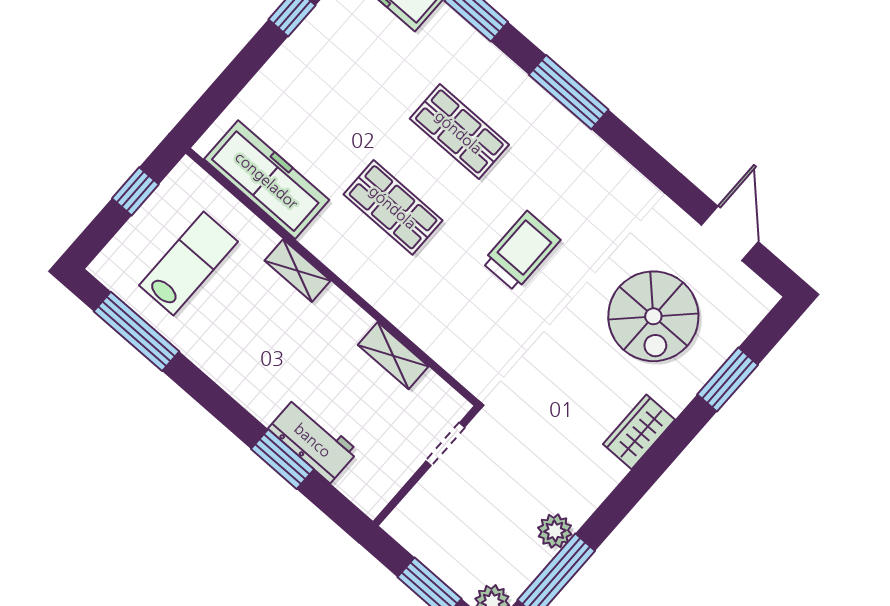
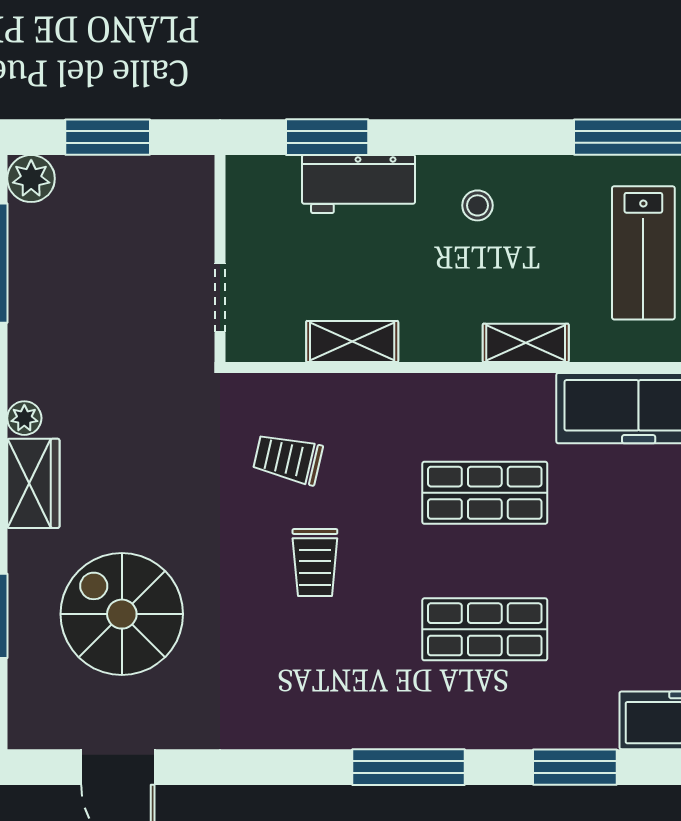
trolley: (521, 251) -> (315, 562), width x0.73, depth x0.72
trolley: (486, 322) -> (288, 459), added
stool: (258, 370) -> (477, 205), added
window: (282, 459) -> (327, 137), moved
plant: (555, 531) -> (24, 418), moved, width x0.73, depth x0.73

